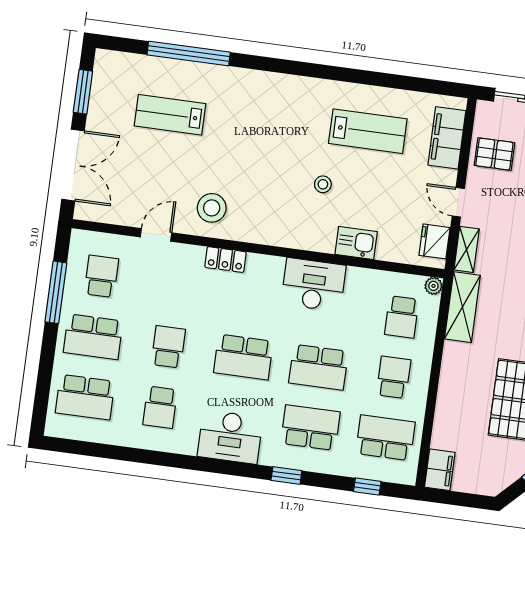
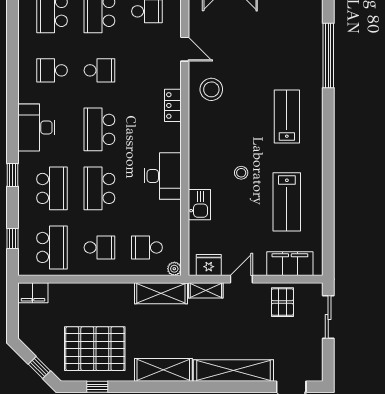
lab bench: (170, 115) -> (287, 117), moved

